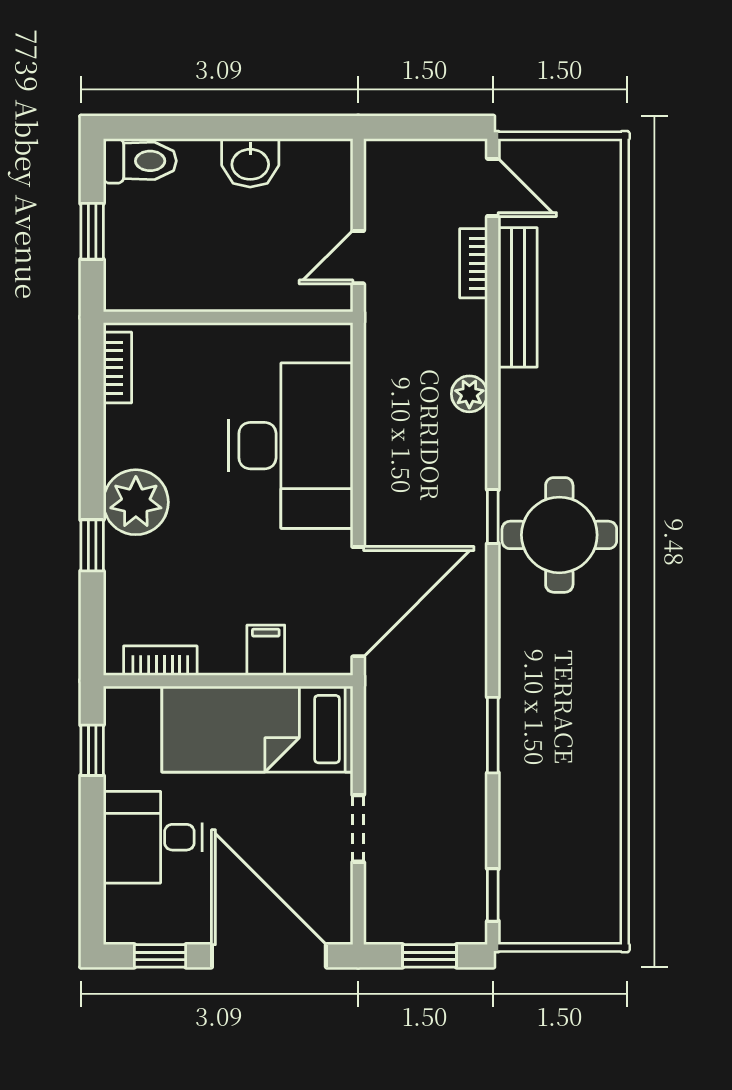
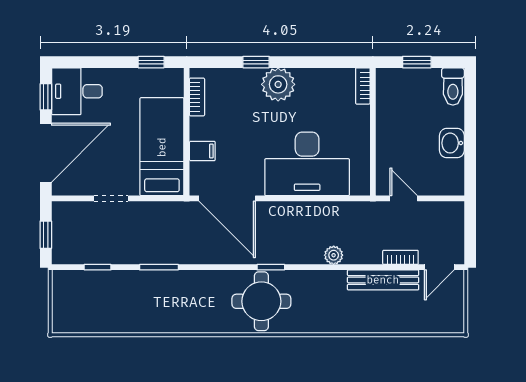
bookcase: (117, 368) -> (363, 86), moved, turned 90
desk: (153, 837) -> (77, 91), moved, turned -90
window: (493, 895) -> (98, 267), moved

